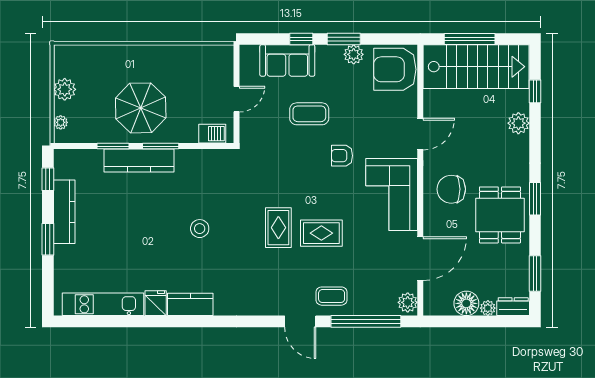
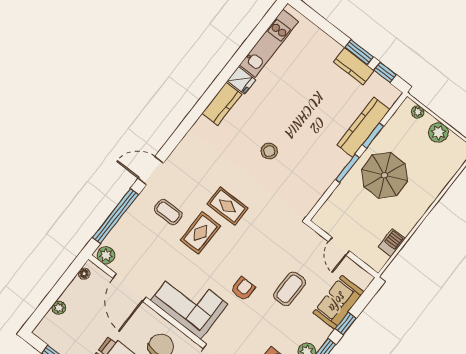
barbecue: (212, 134) -> (392, 243), moved, turned 180
kitchen counter: (139, 161) -> (363, 127), moved
kitchen counter: (64, 212) -> (354, 66), width x0.67
window: (48, 239) -> (359, 52), moved
coffee table: (332, 296) -> (168, 212), moved, turned 90
floor lamp: (466, 303) -> (84, 274), moved, width x0.53, depth x0.53
dresser: (513, 307) -> (46, 326), removed

